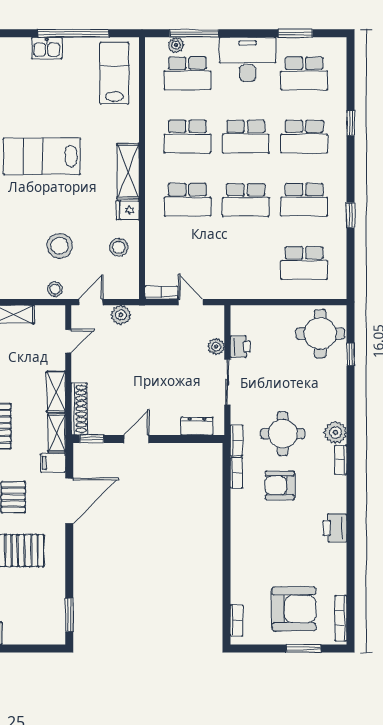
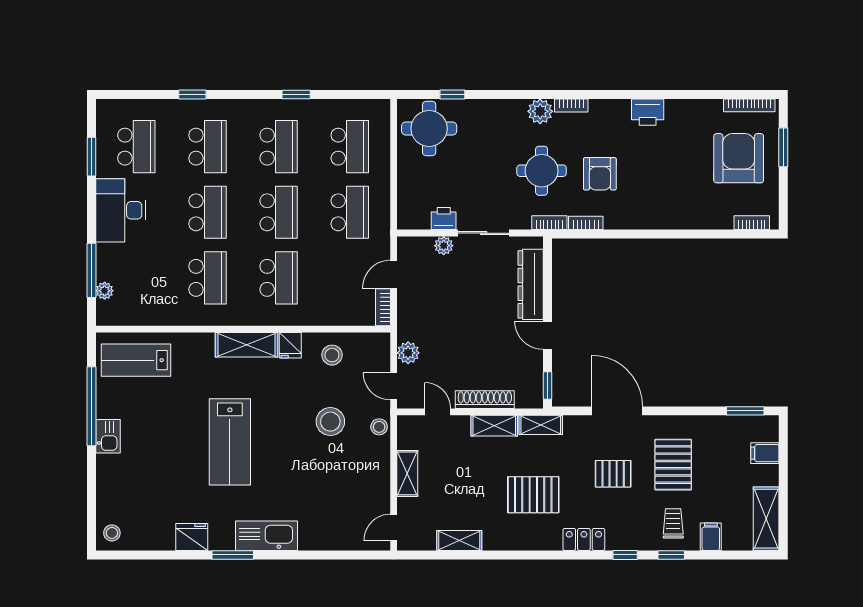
school desk: (187, 73) -> (350, 212), moved
shoe rack: (79, 409) -> (485, 400), moved
dresser: (197, 426) -> (531, 284), width x1.96, depth x1.24
filing cabinet: (53, 463) -> (765, 453), moved, turned 90

